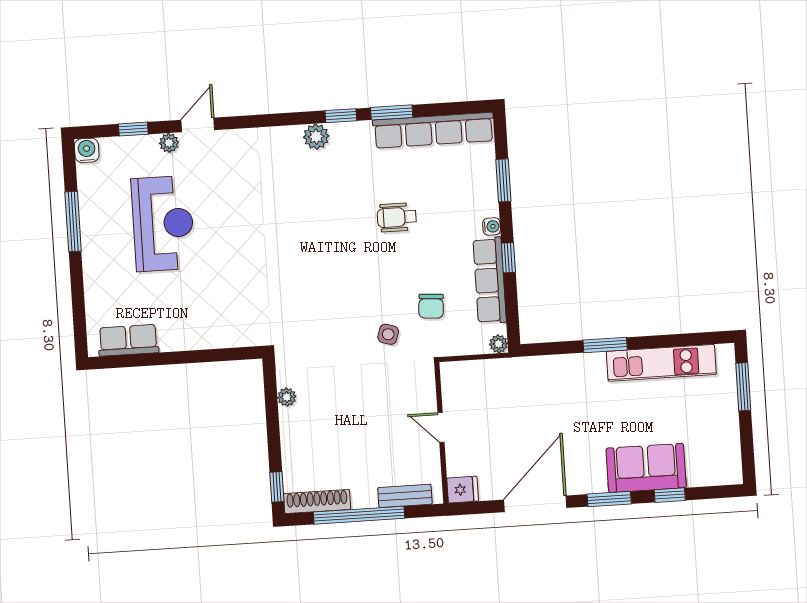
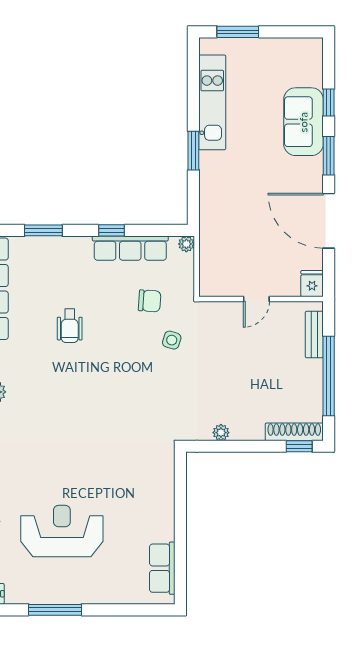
water cooler: (492, 227) -> (83, 243), removed
shoe rack: (317, 501) -> (294, 432), moved, turned 90

